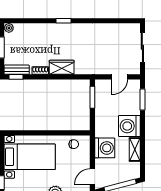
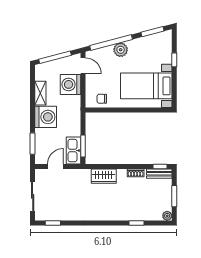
window: (64, 21) -> (137, 223), moved
window: (122, 21) -> (53, 223), added
wardrobe: (62, 67) -> (104, 176), moved
kitchen sink: (102, 93) -> (73, 151), added
washing machine: (105, 148) -> (71, 84), moved
door: (92, 177) -> (83, 66), hinge flipped

